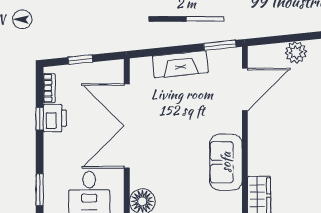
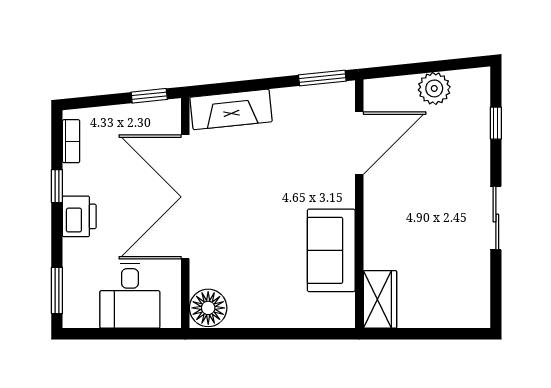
window: (80, 60) -> (149, 96), moved
fireplace: (180, 64) -> (231, 109), moved
printer: (55, 118) -> (79, 216), moved

